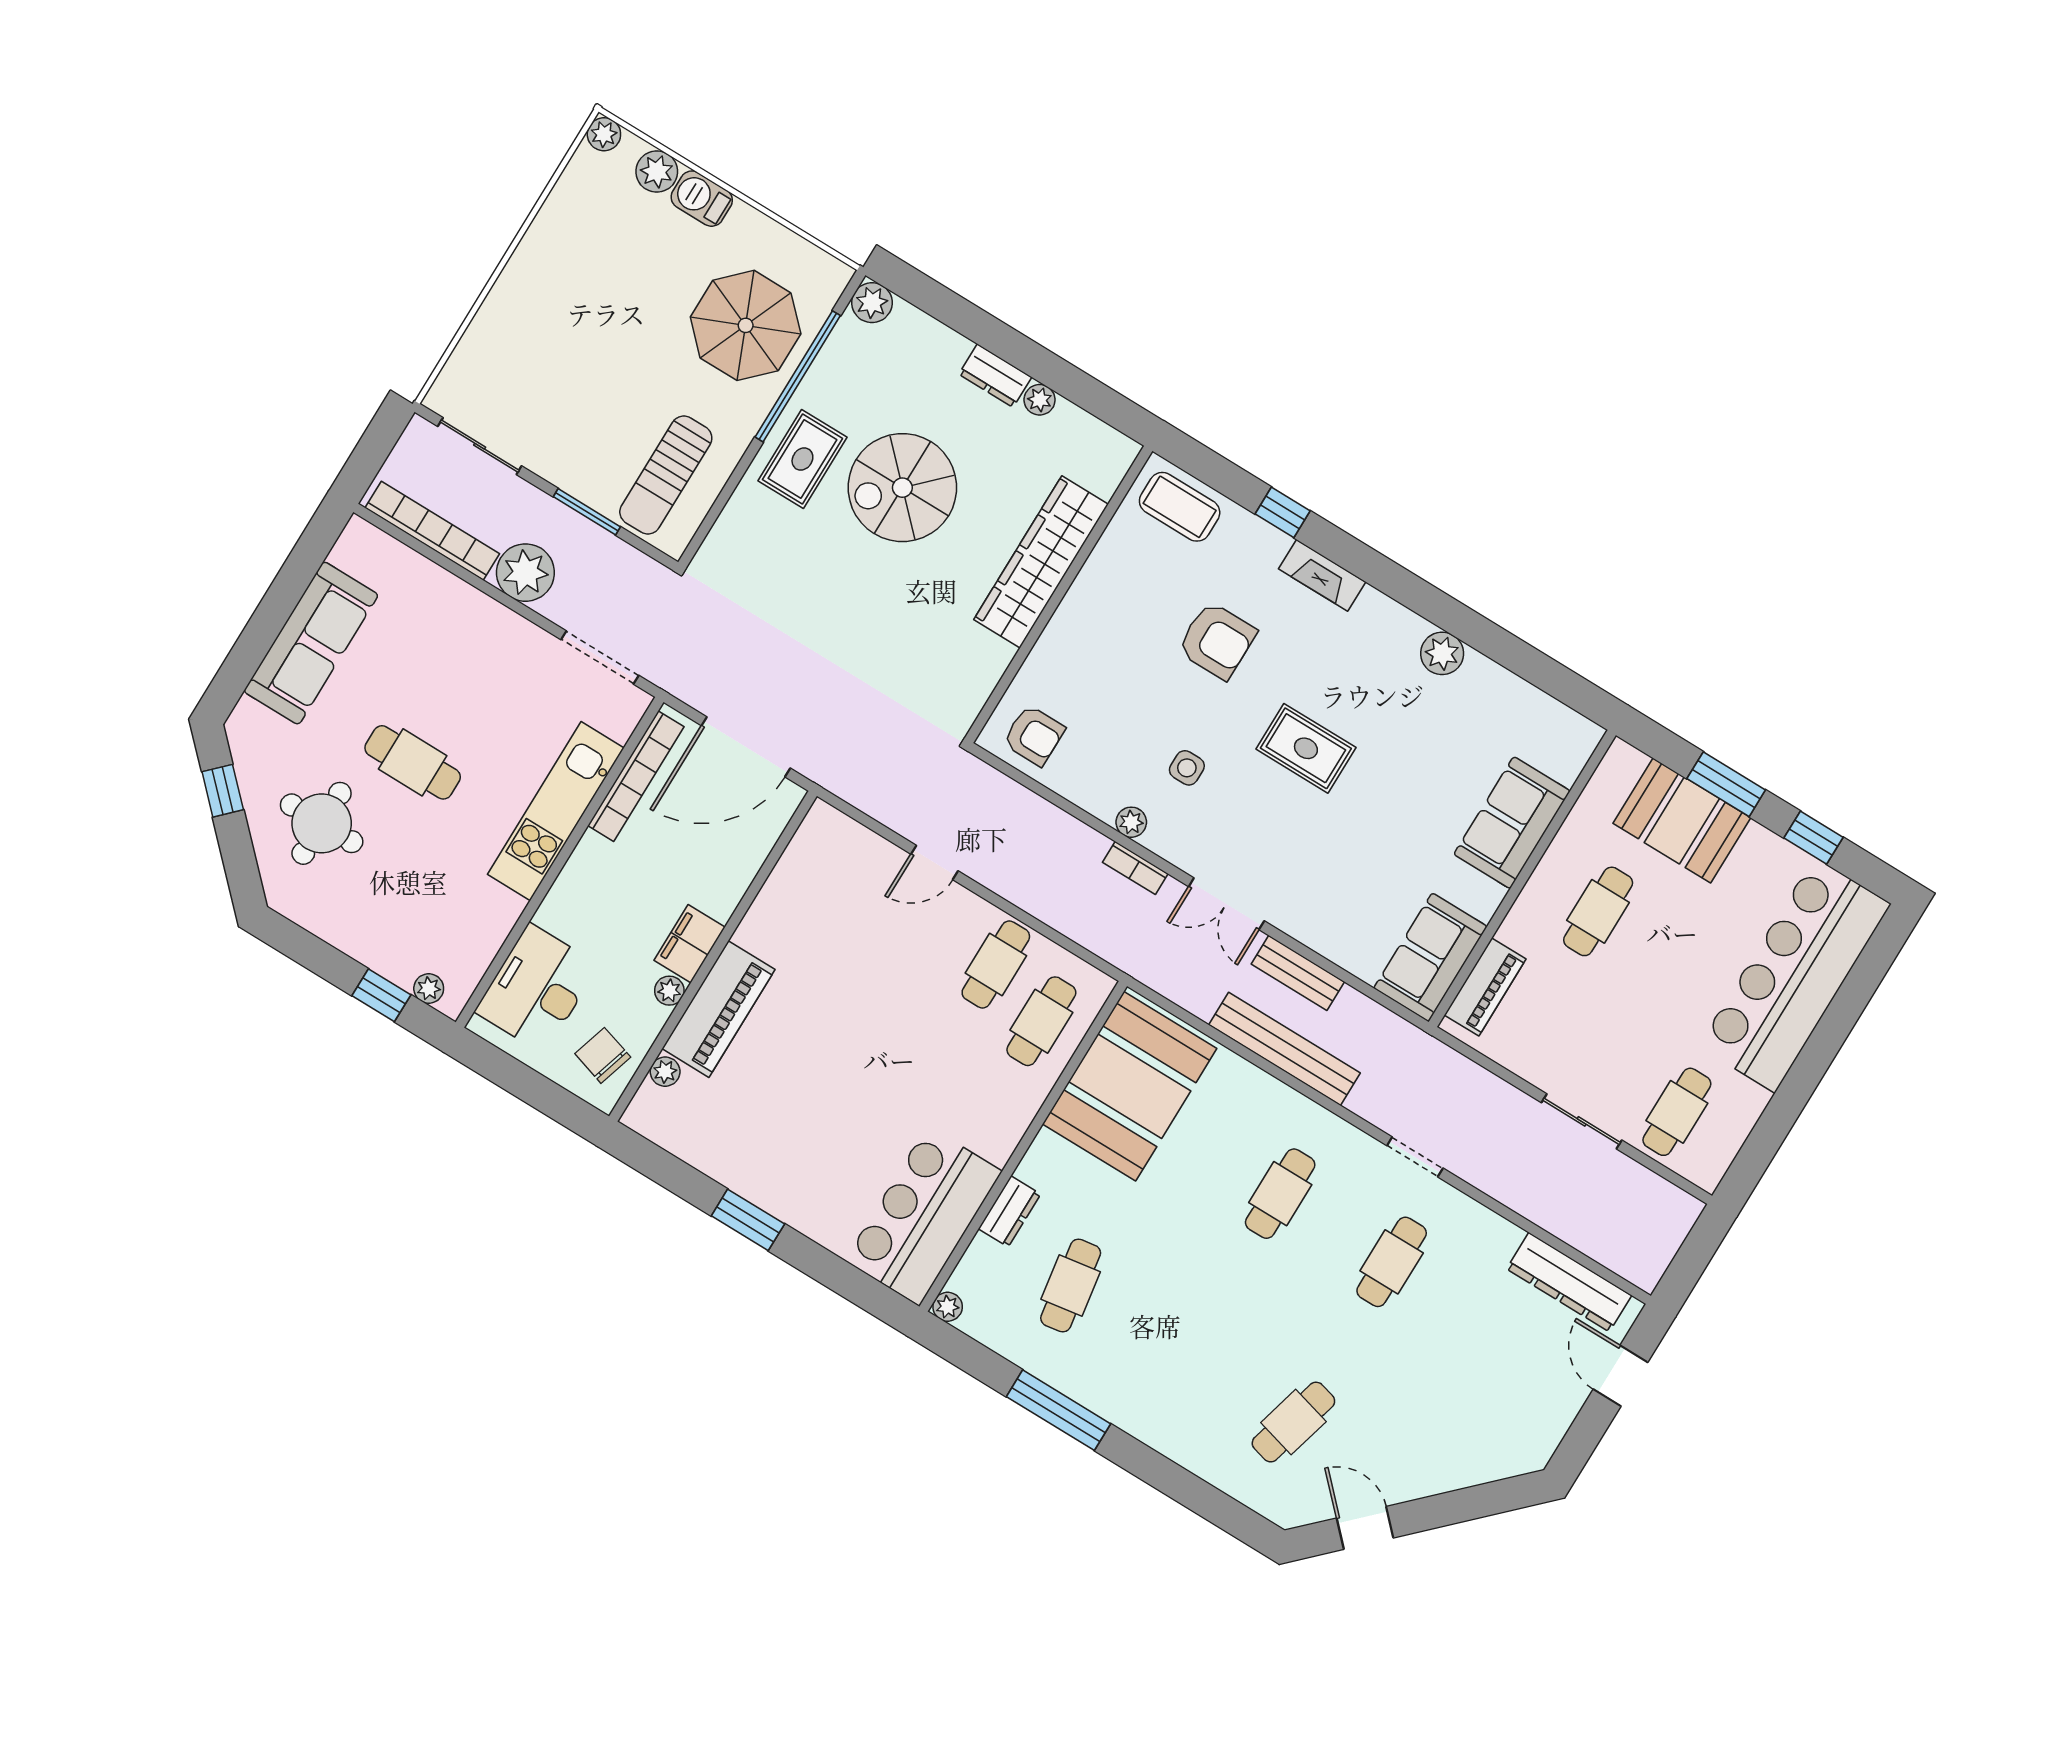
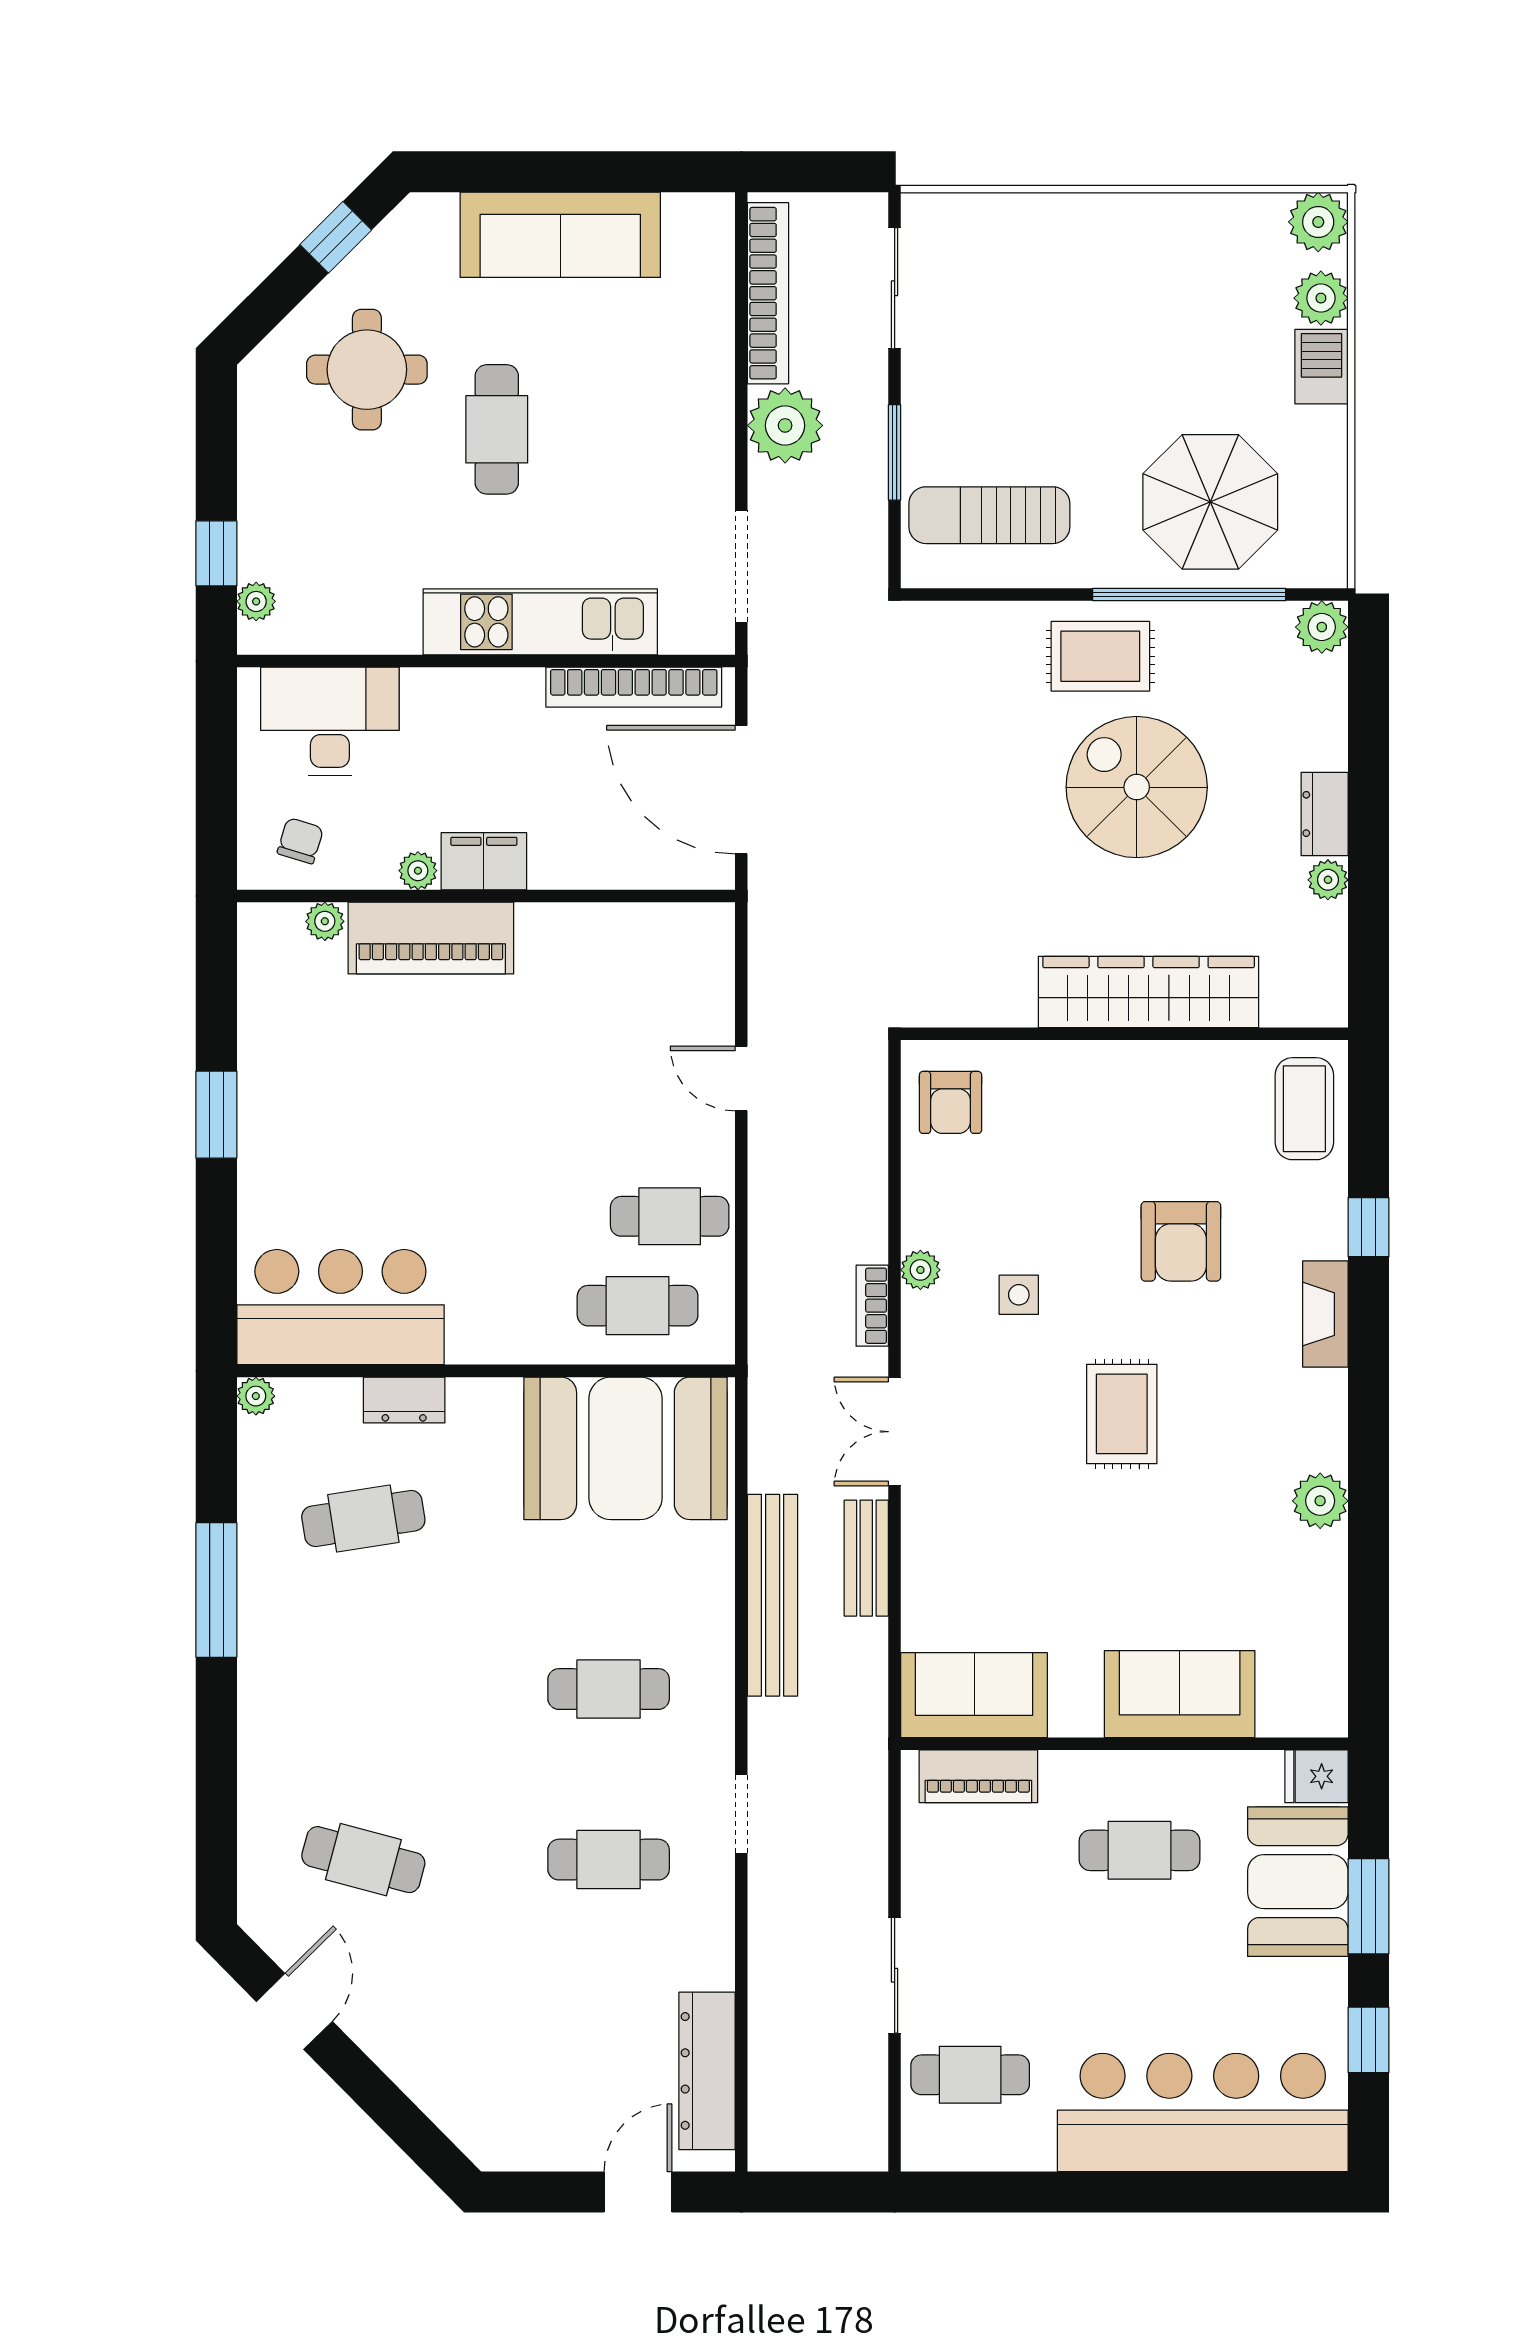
plant: (604, 134) -> (1318, 222), width x1.38, depth x1.38
fridge: (1621, 766) -> (1316, 1776), added
chair: (603, 1055) -> (300, 841), width x0.73, depth x0.73

